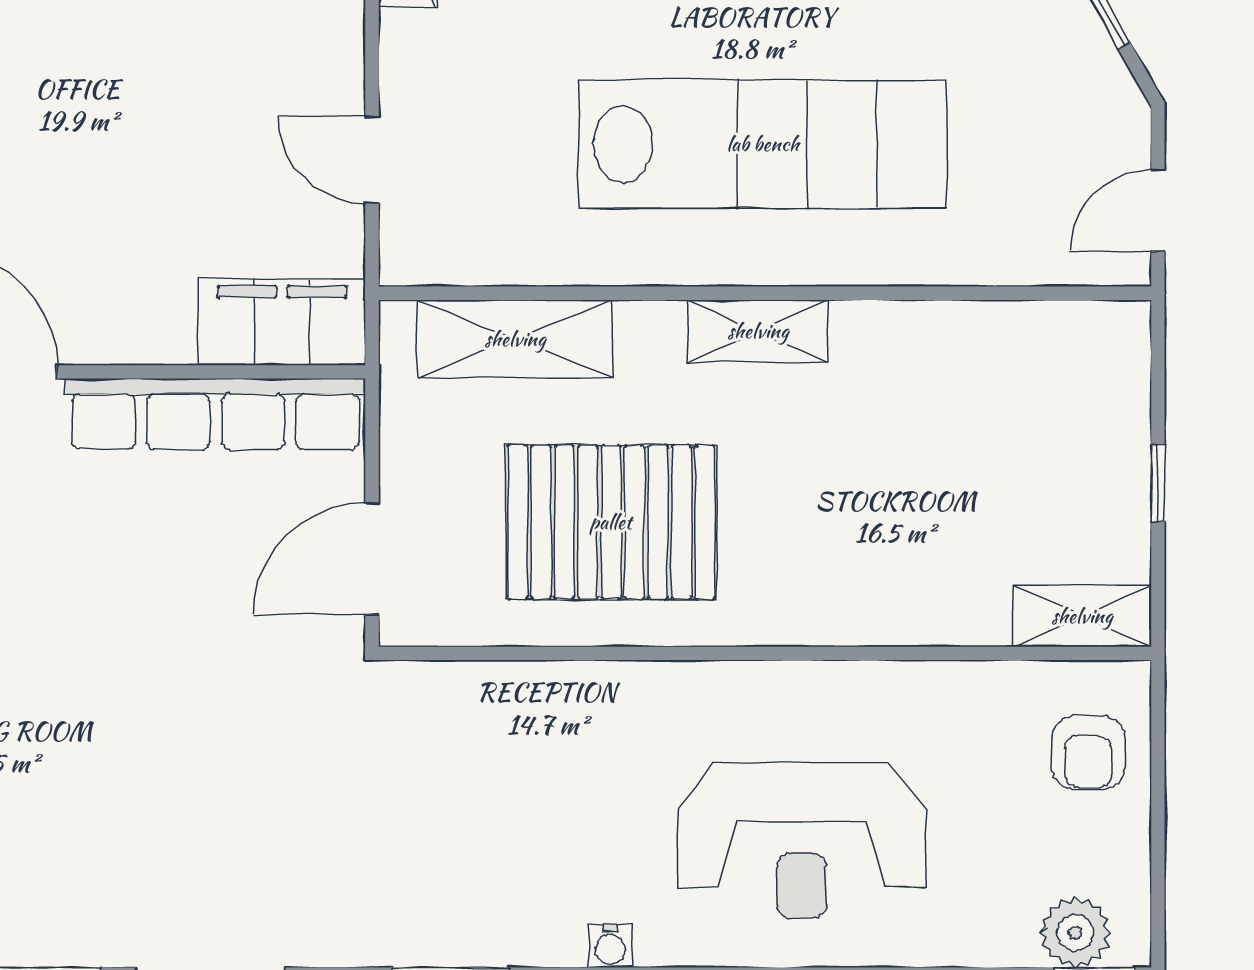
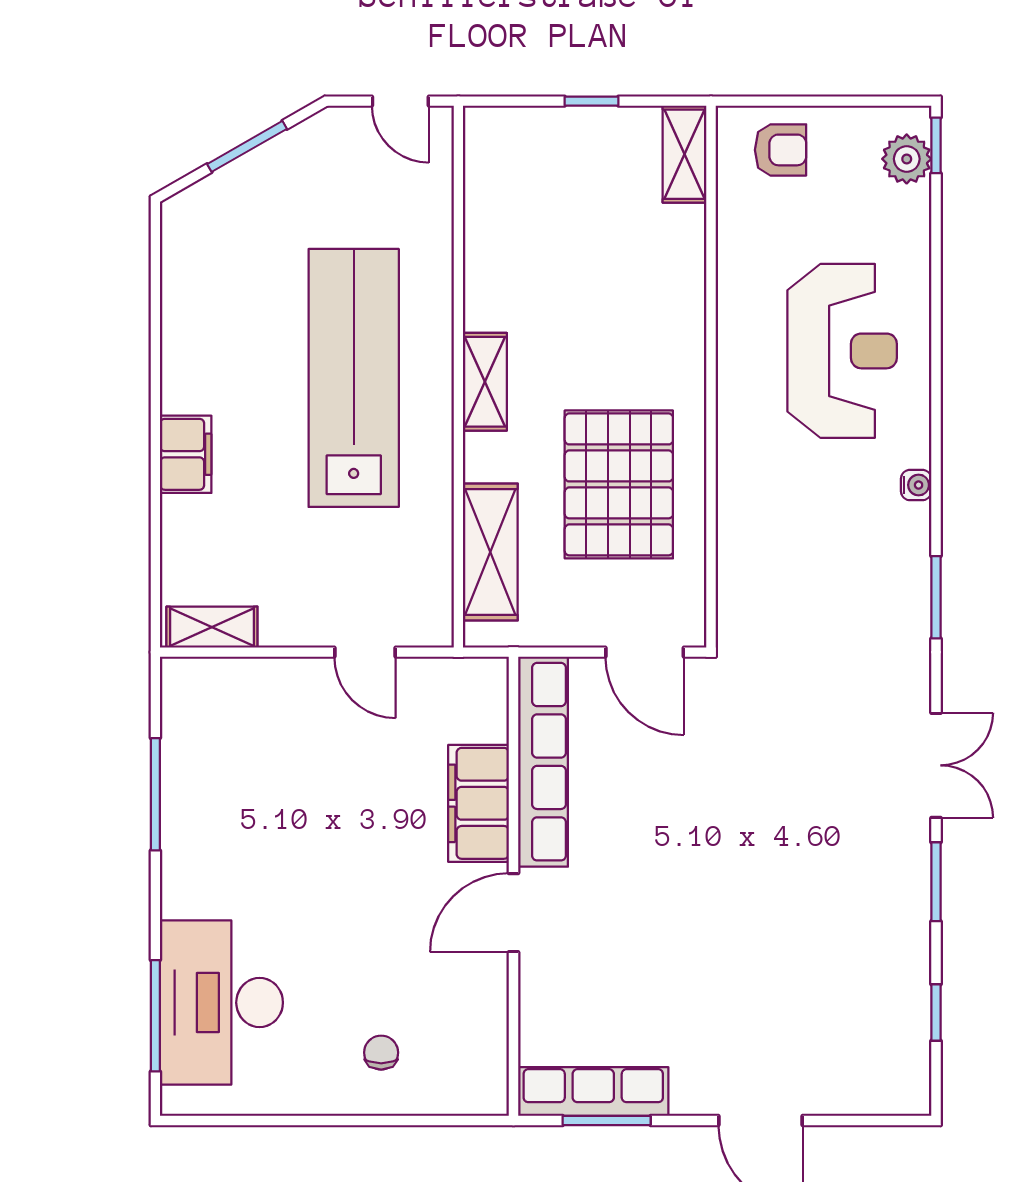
door: (372, 160) -> (365, 652), hinge flipped
filing cabinet: (282, 322) -> (479, 803), moved

